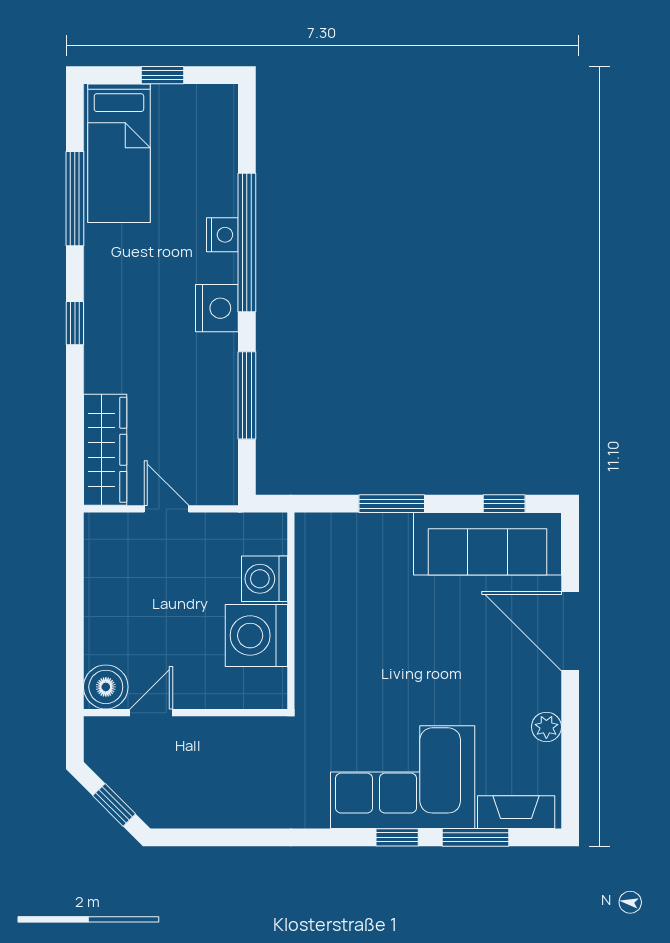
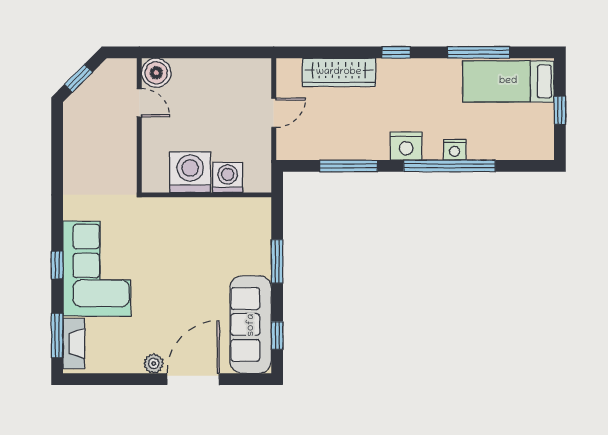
wardrobe: (105, 450) -> (339, 72), moved
plant: (546, 727) -> (154, 363), moved
window: (476, 837) -> (57, 336), moved

